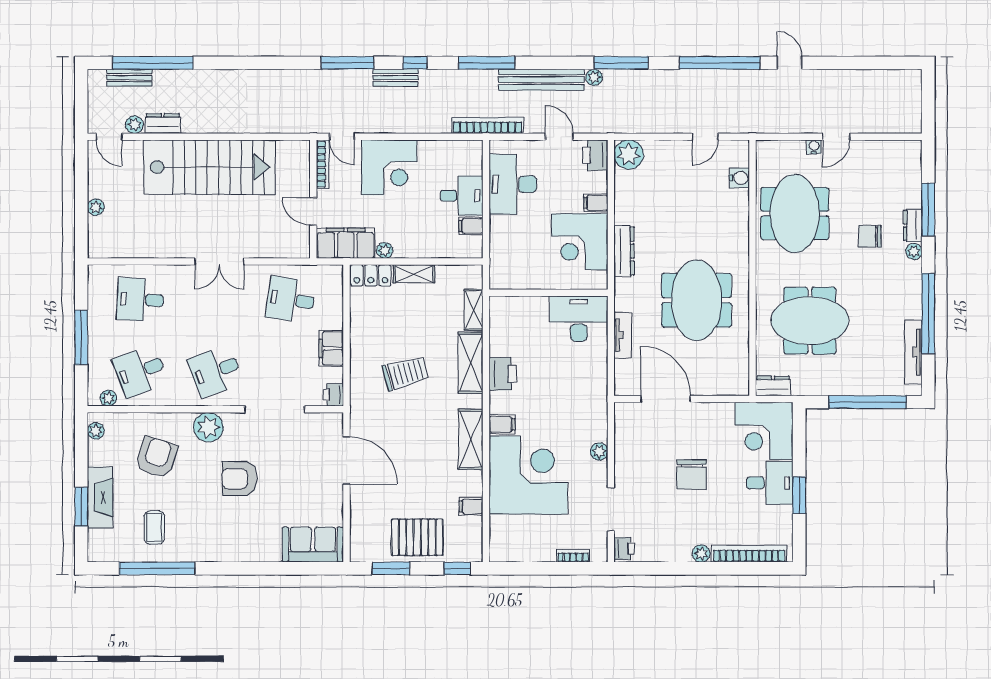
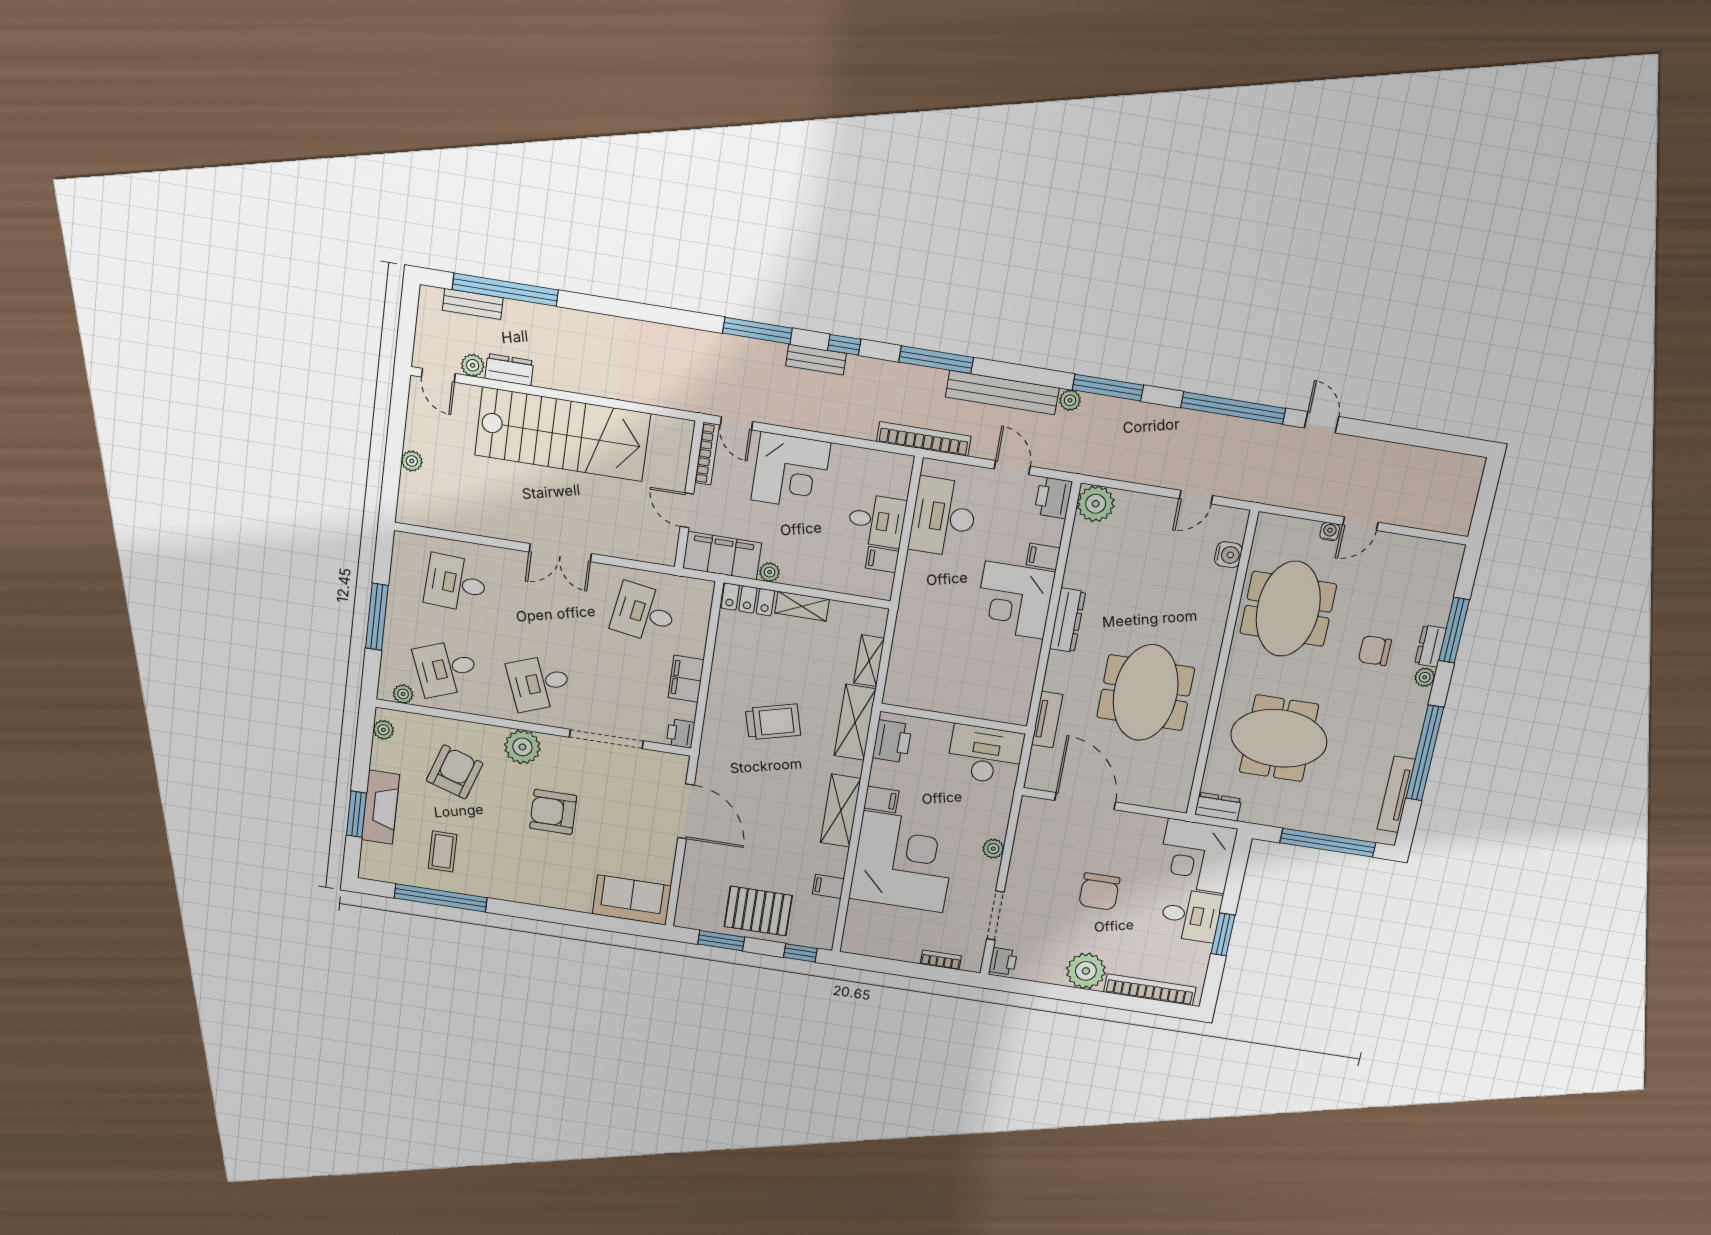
wall: (548, 293) -> (954, 719), moved
desk: (579, 319) -> (985, 755), moved
plant: (701, 553) -> (1086, 971), width x1.87, depth x1.87

